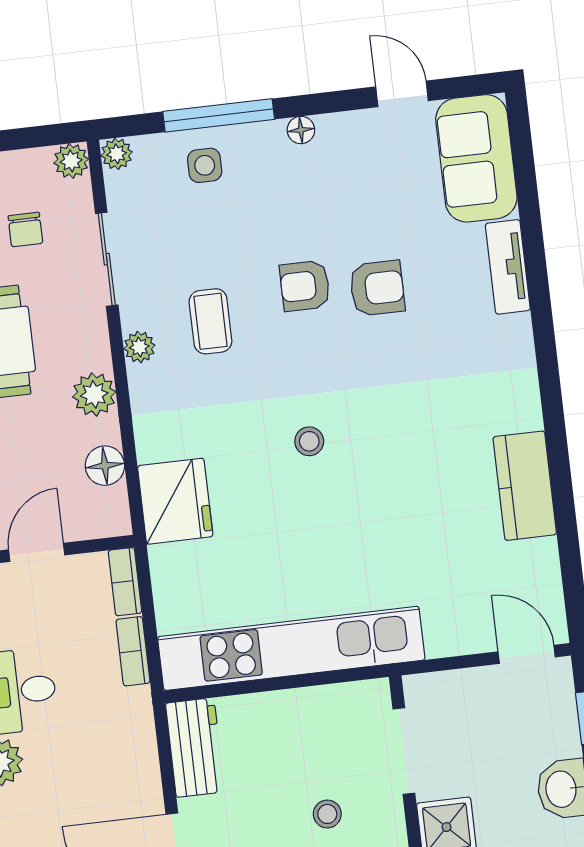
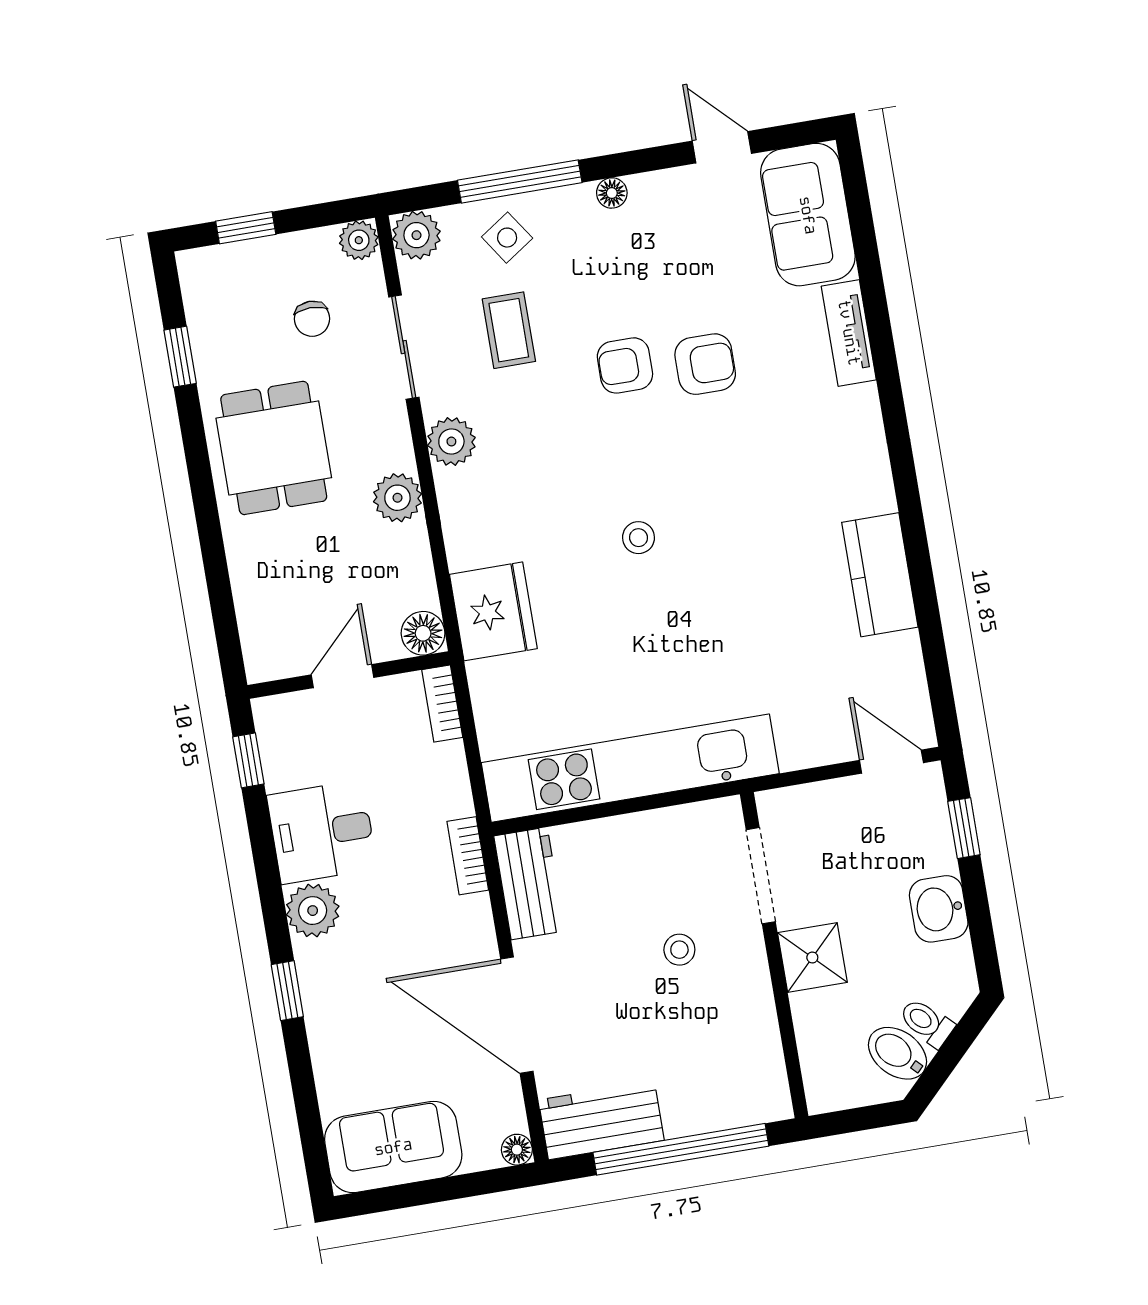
plant: (117, 154) -> (416, 235), width x1.38, depth x1.38
side table: (205, 165) -> (507, 238), turned -34
coffee table: (210, 321) -> (509, 330), moved
plant: (139, 347) -> (451, 442), width x1.38, depth x1.38
floor lamp: (105, 466) -> (423, 633), moved
bookcase: (133, 651) -> (468, 856), moved

